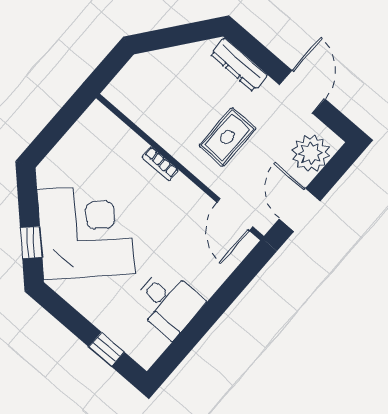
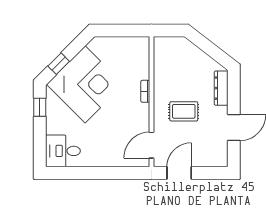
plant: (311, 153) -> (209, 156), removed
desk: (168, 303) -> (63, 151), moved, turned 90
window: (106, 349) -> (40, 107), moved

